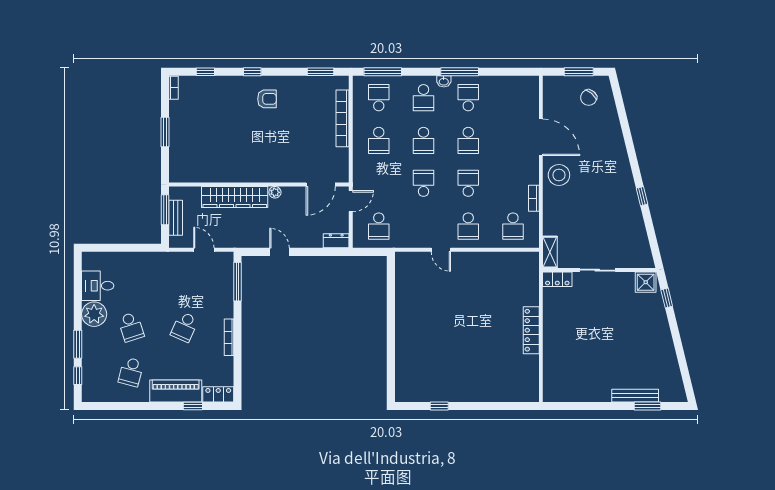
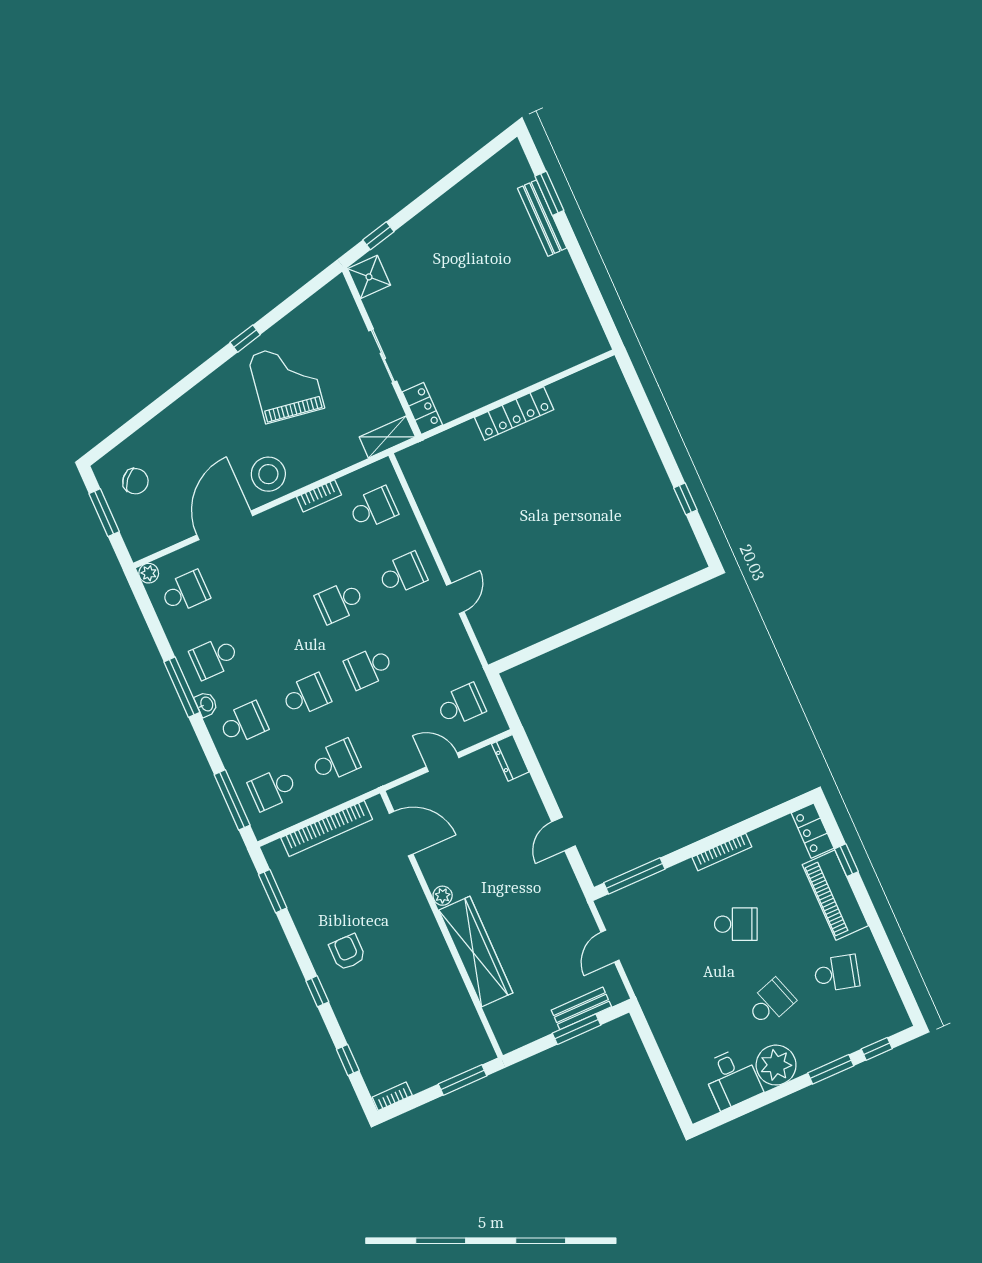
plant: (533, 82) -> (149, 573), added
school desk: (468, 140) -> (185, 592), moved
wall: (259, 184) -> (442, 924), moved
door: (321, 184) -> (401, 834), moved
plant: (275, 192) -> (443, 896), moved
wardrobe: (235, 197) -> (476, 952), moved
grand piano: (607, 208) -> (286, 382), added

